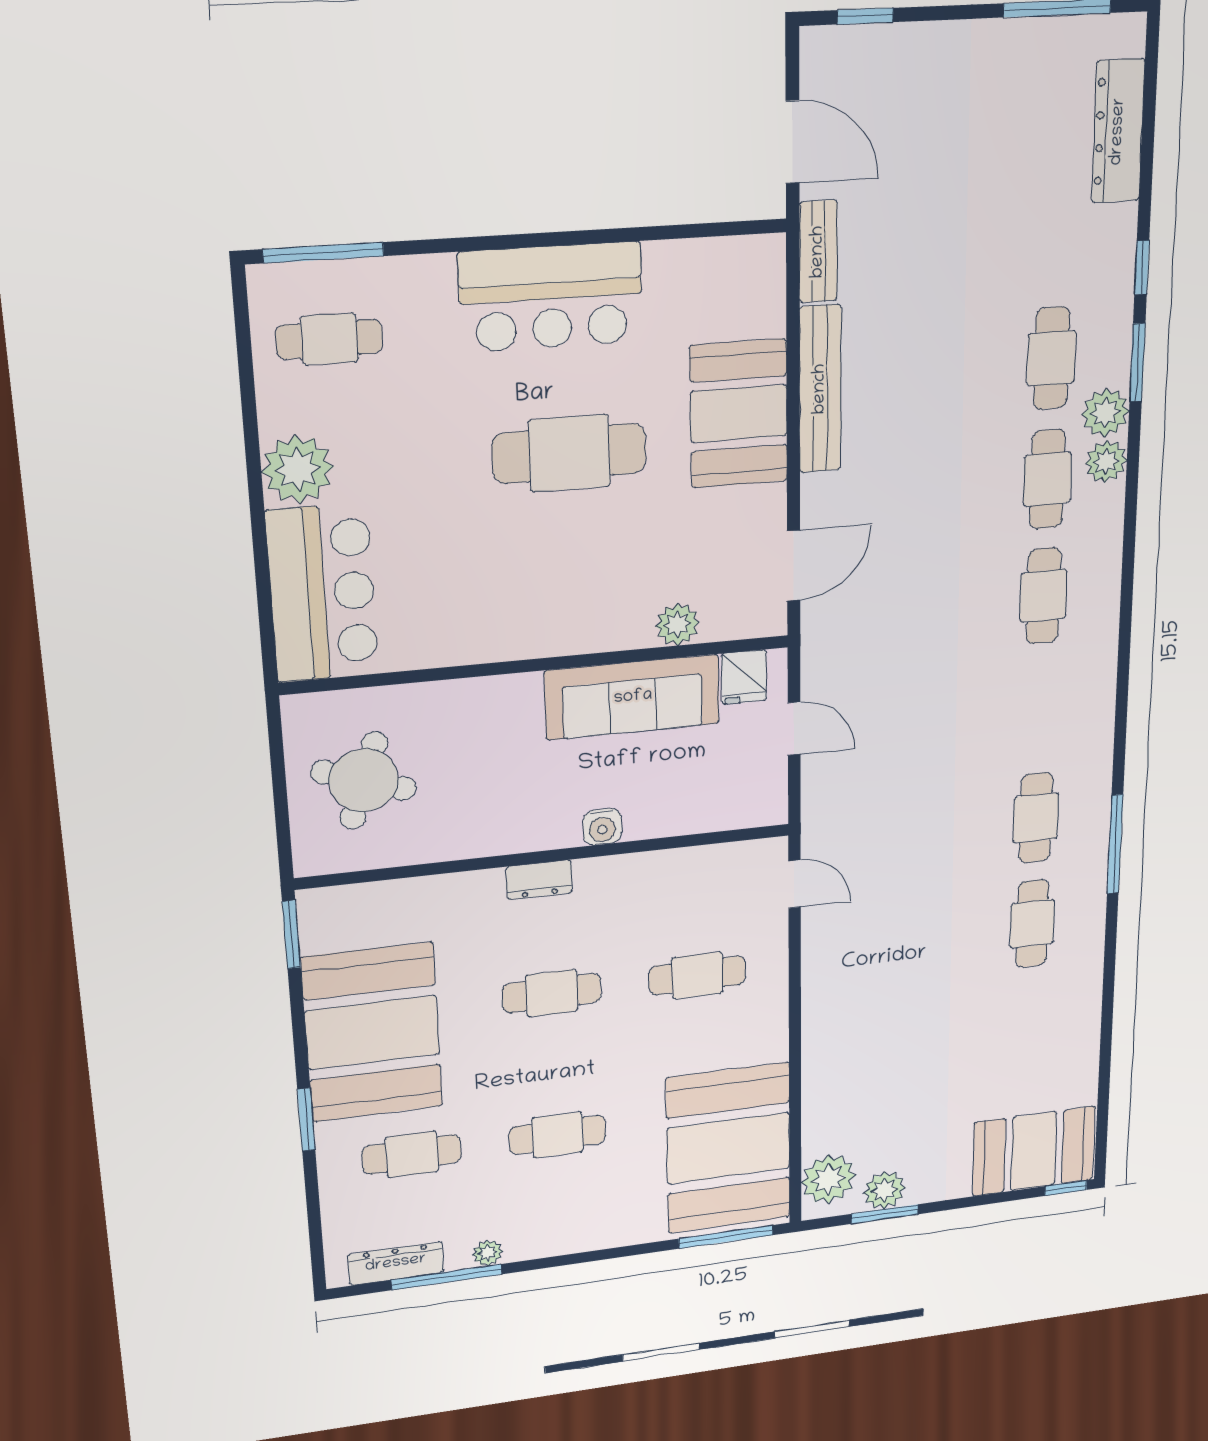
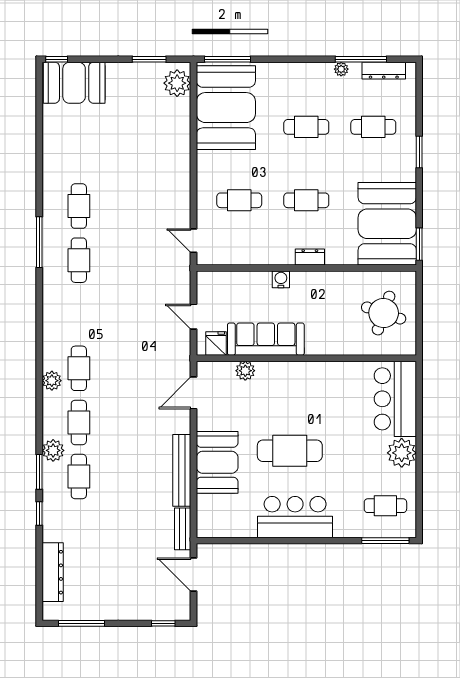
plant: (1106, 461) -> (52, 381), moved
booth: (372, 1033) -> (387, 224), moved
plant: (884, 1190) -> (149, 73), removed

